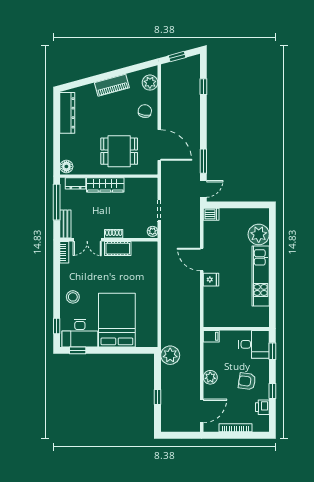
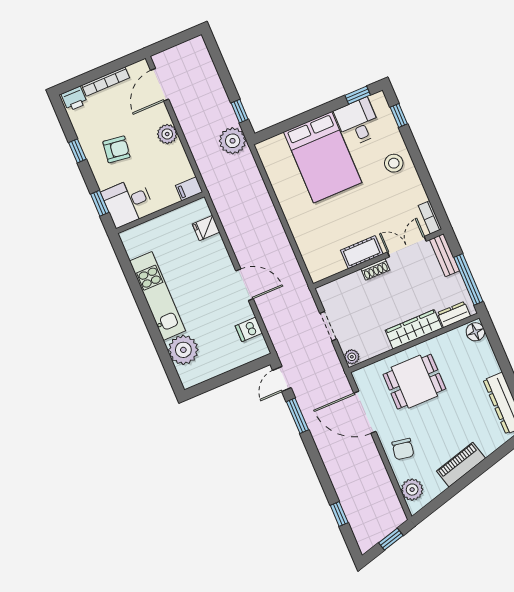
dishwasher: (211, 214) -> (249, 329), moved
plant: (153, 231) -> (352, 357), moved
fridge: (211, 280) -> (206, 228), moved
desk: (80, 333) -> (358, 122), width x0.73
window: (158, 397) -> (240, 111), moved
printer: (262, 407) -> (74, 99), moved, turned 90

